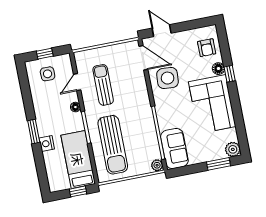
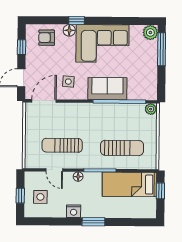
window: (192, 25) -> (22, 47), added
armchair: (207, 48) -> (47, 38), turned 180
side table: (168, 78) -> (68, 82), width x0.54, depth x0.54
nightstand: (47, 143) -> (74, 211), moved
sun lounger: (113, 145) -> (122, 148), width x0.73, depth x0.75
sofa: (174, 149) -> (107, 89), moved
window: (219, 164) -> (162, 49), width x1.44

